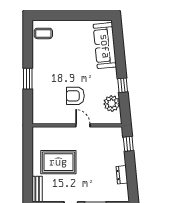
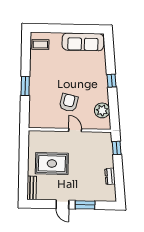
sofa: (105, 46) -> (83, 42), moved, turned -84
window: (123, 85) -> (112, 81), moved
armchair: (75, 96) -> (69, 103), turned 103

